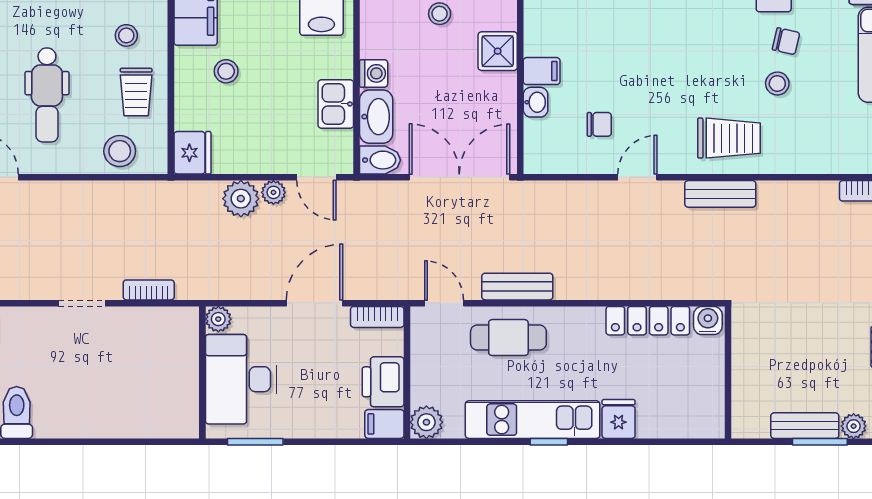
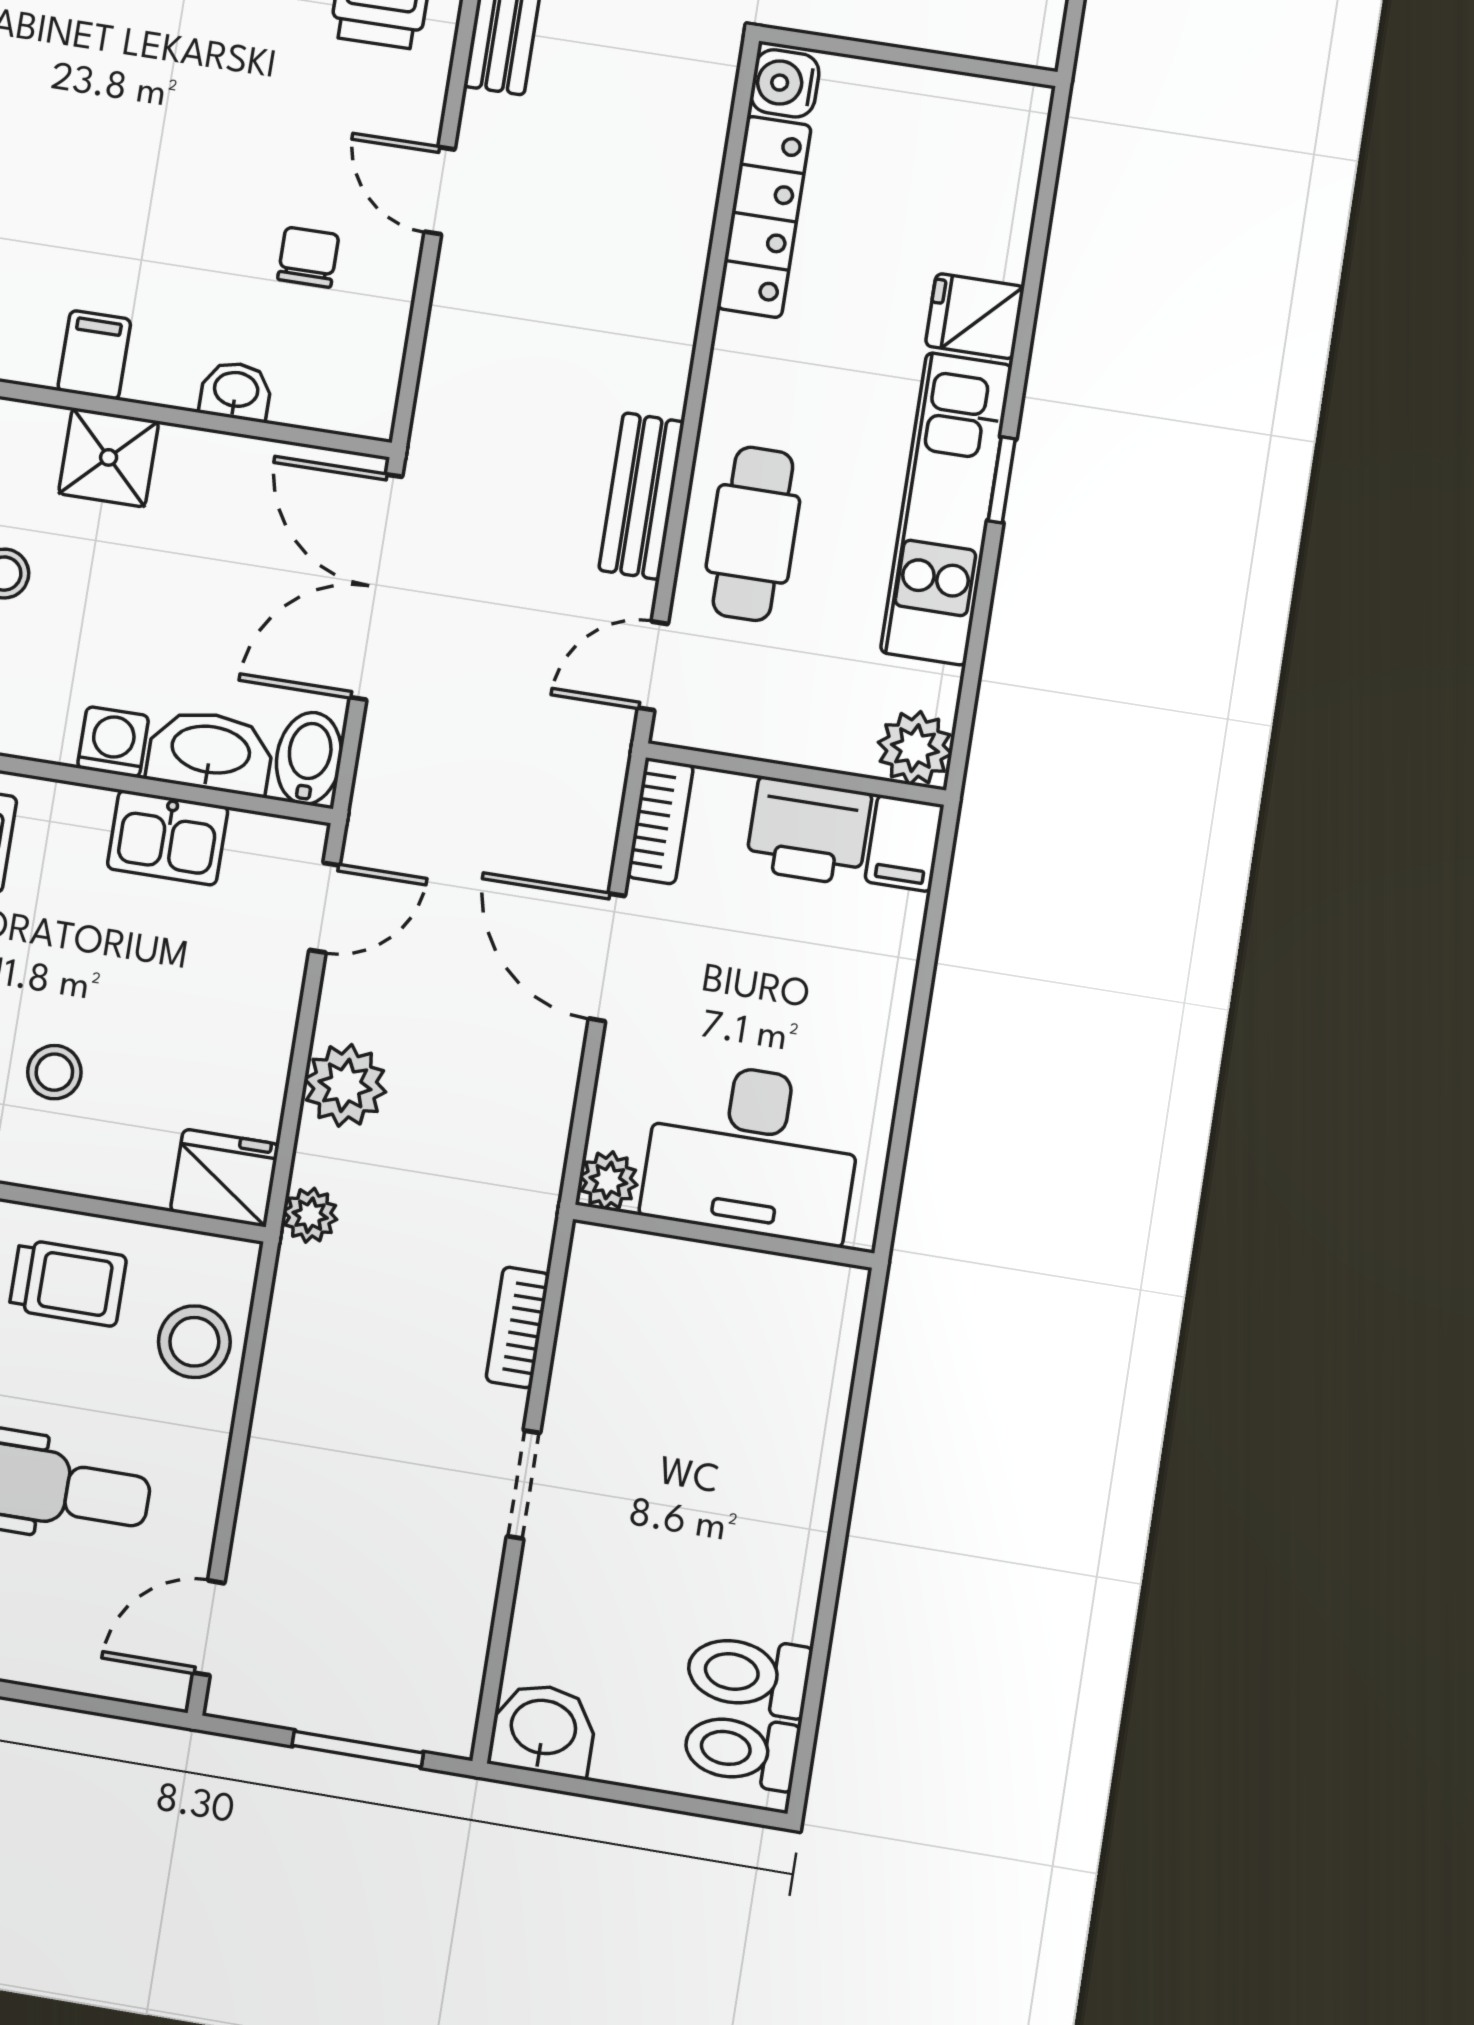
filing cabinet: (542, 71) -> (94, 355), moved
plant: (273, 192) -> (310, 1215), moved
window: (255, 442) -> (899, 1142), removed

